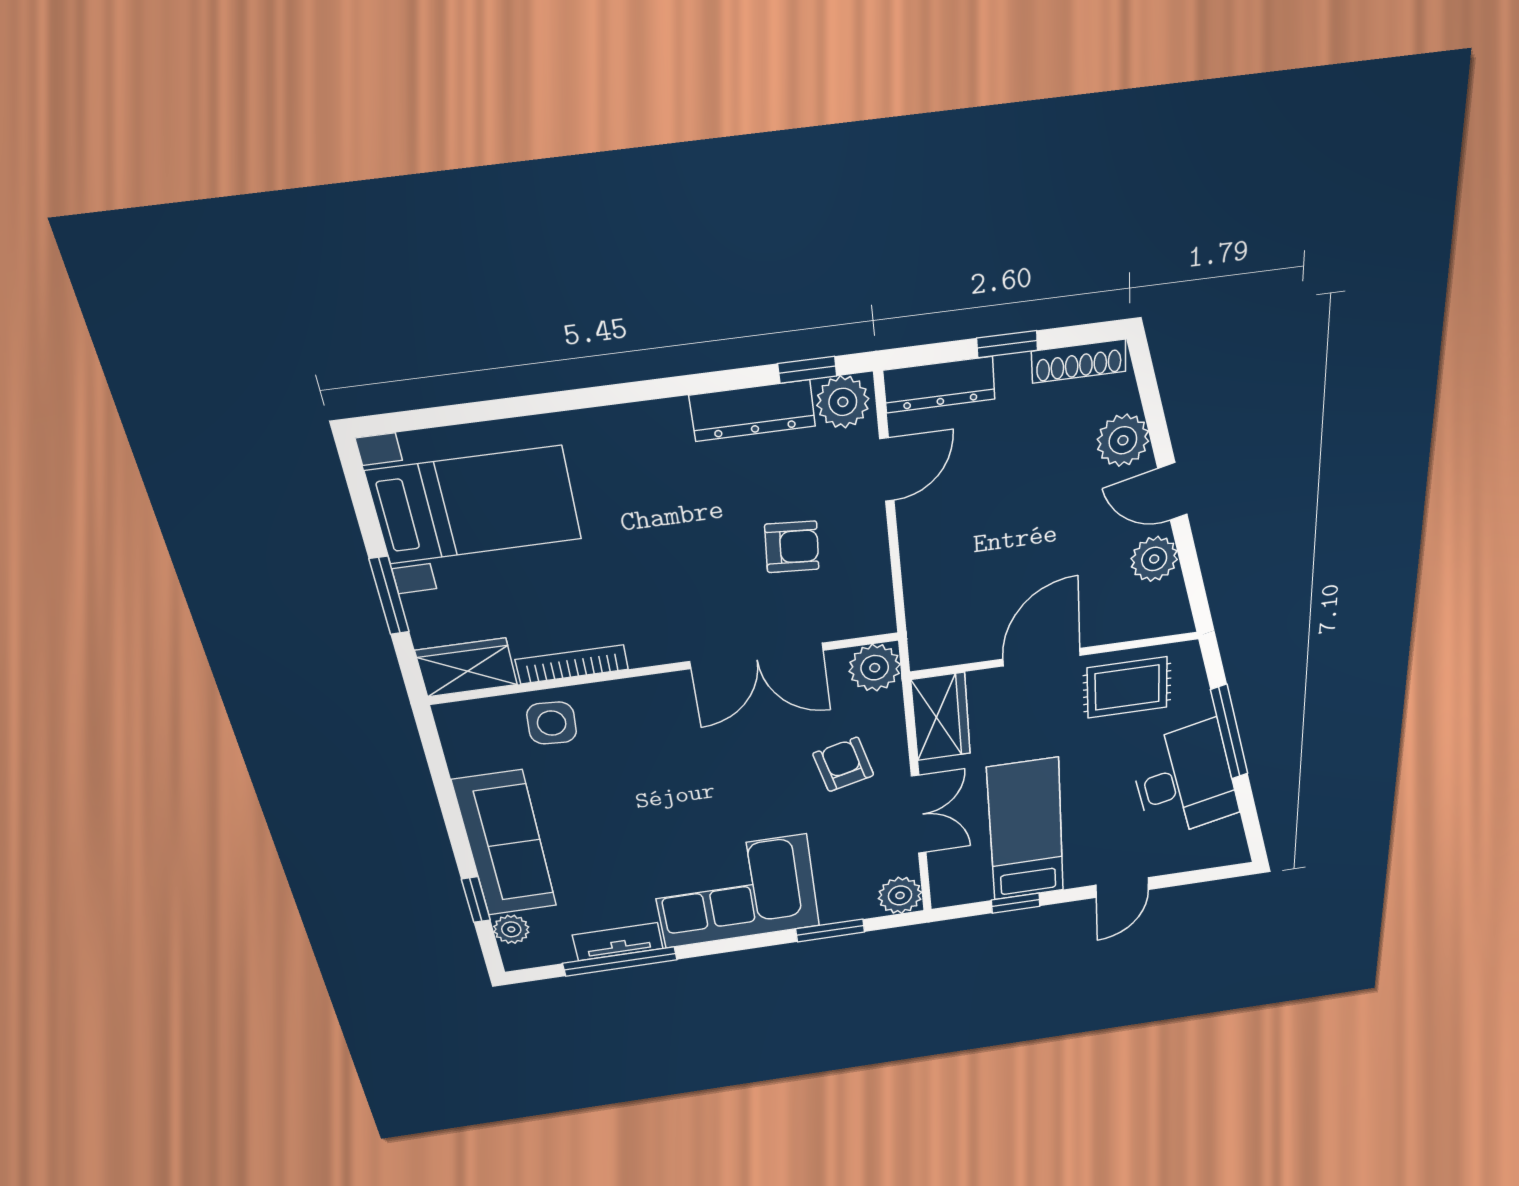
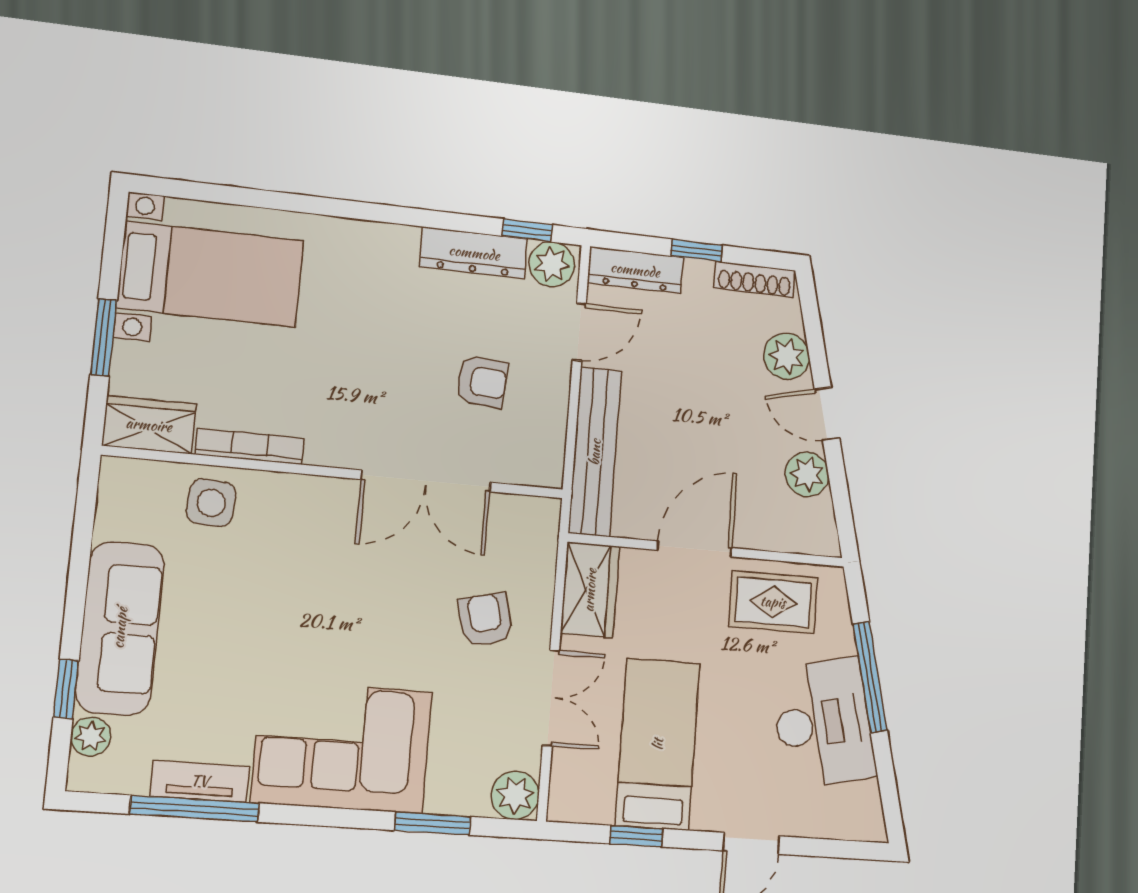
bench: (925, 588) -> (595, 452), added
plant: (875, 668) -> (535, 521), removed

